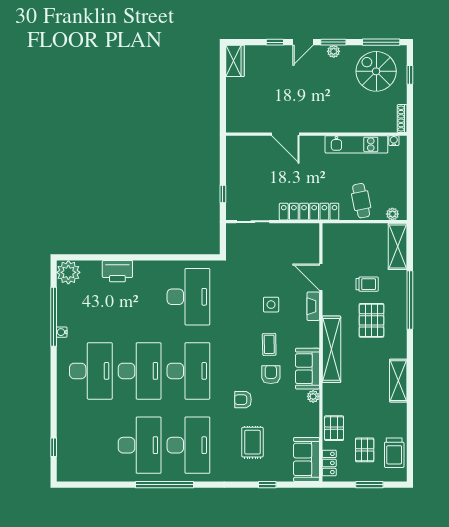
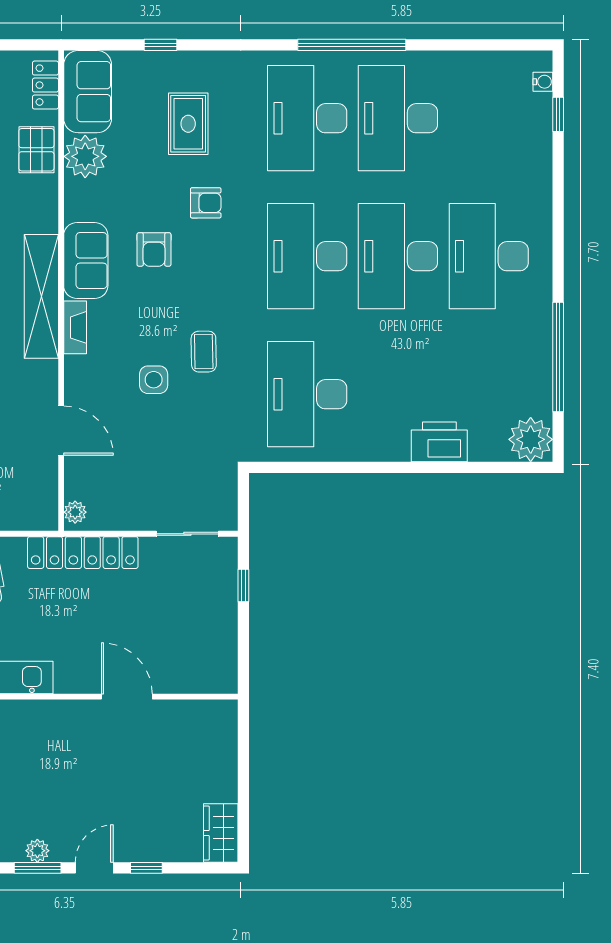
plant: (313, 233) -> (75, 512), added
fireplace: (313, 306) -> (75, 327), moved
water cooler: (62, 332) -> (543, 82), moved
coffee table: (269, 344) -> (204, 352), moved
plant: (313, 396) -> (85, 156), moved, width x1.88, depth x1.88

